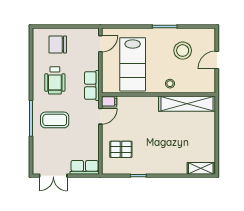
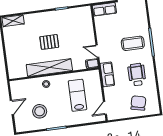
chair: (58, 44) -> (138, 103), turned -77
lab bench: (133, 64) -> (77, 95), width x0.73, depth x0.72
shelving: (187, 104) -> (49, 68), moved
door: (100, 116) -> (97, 51), hinge flipped
pallet: (121, 149) -> (49, 42), moved

